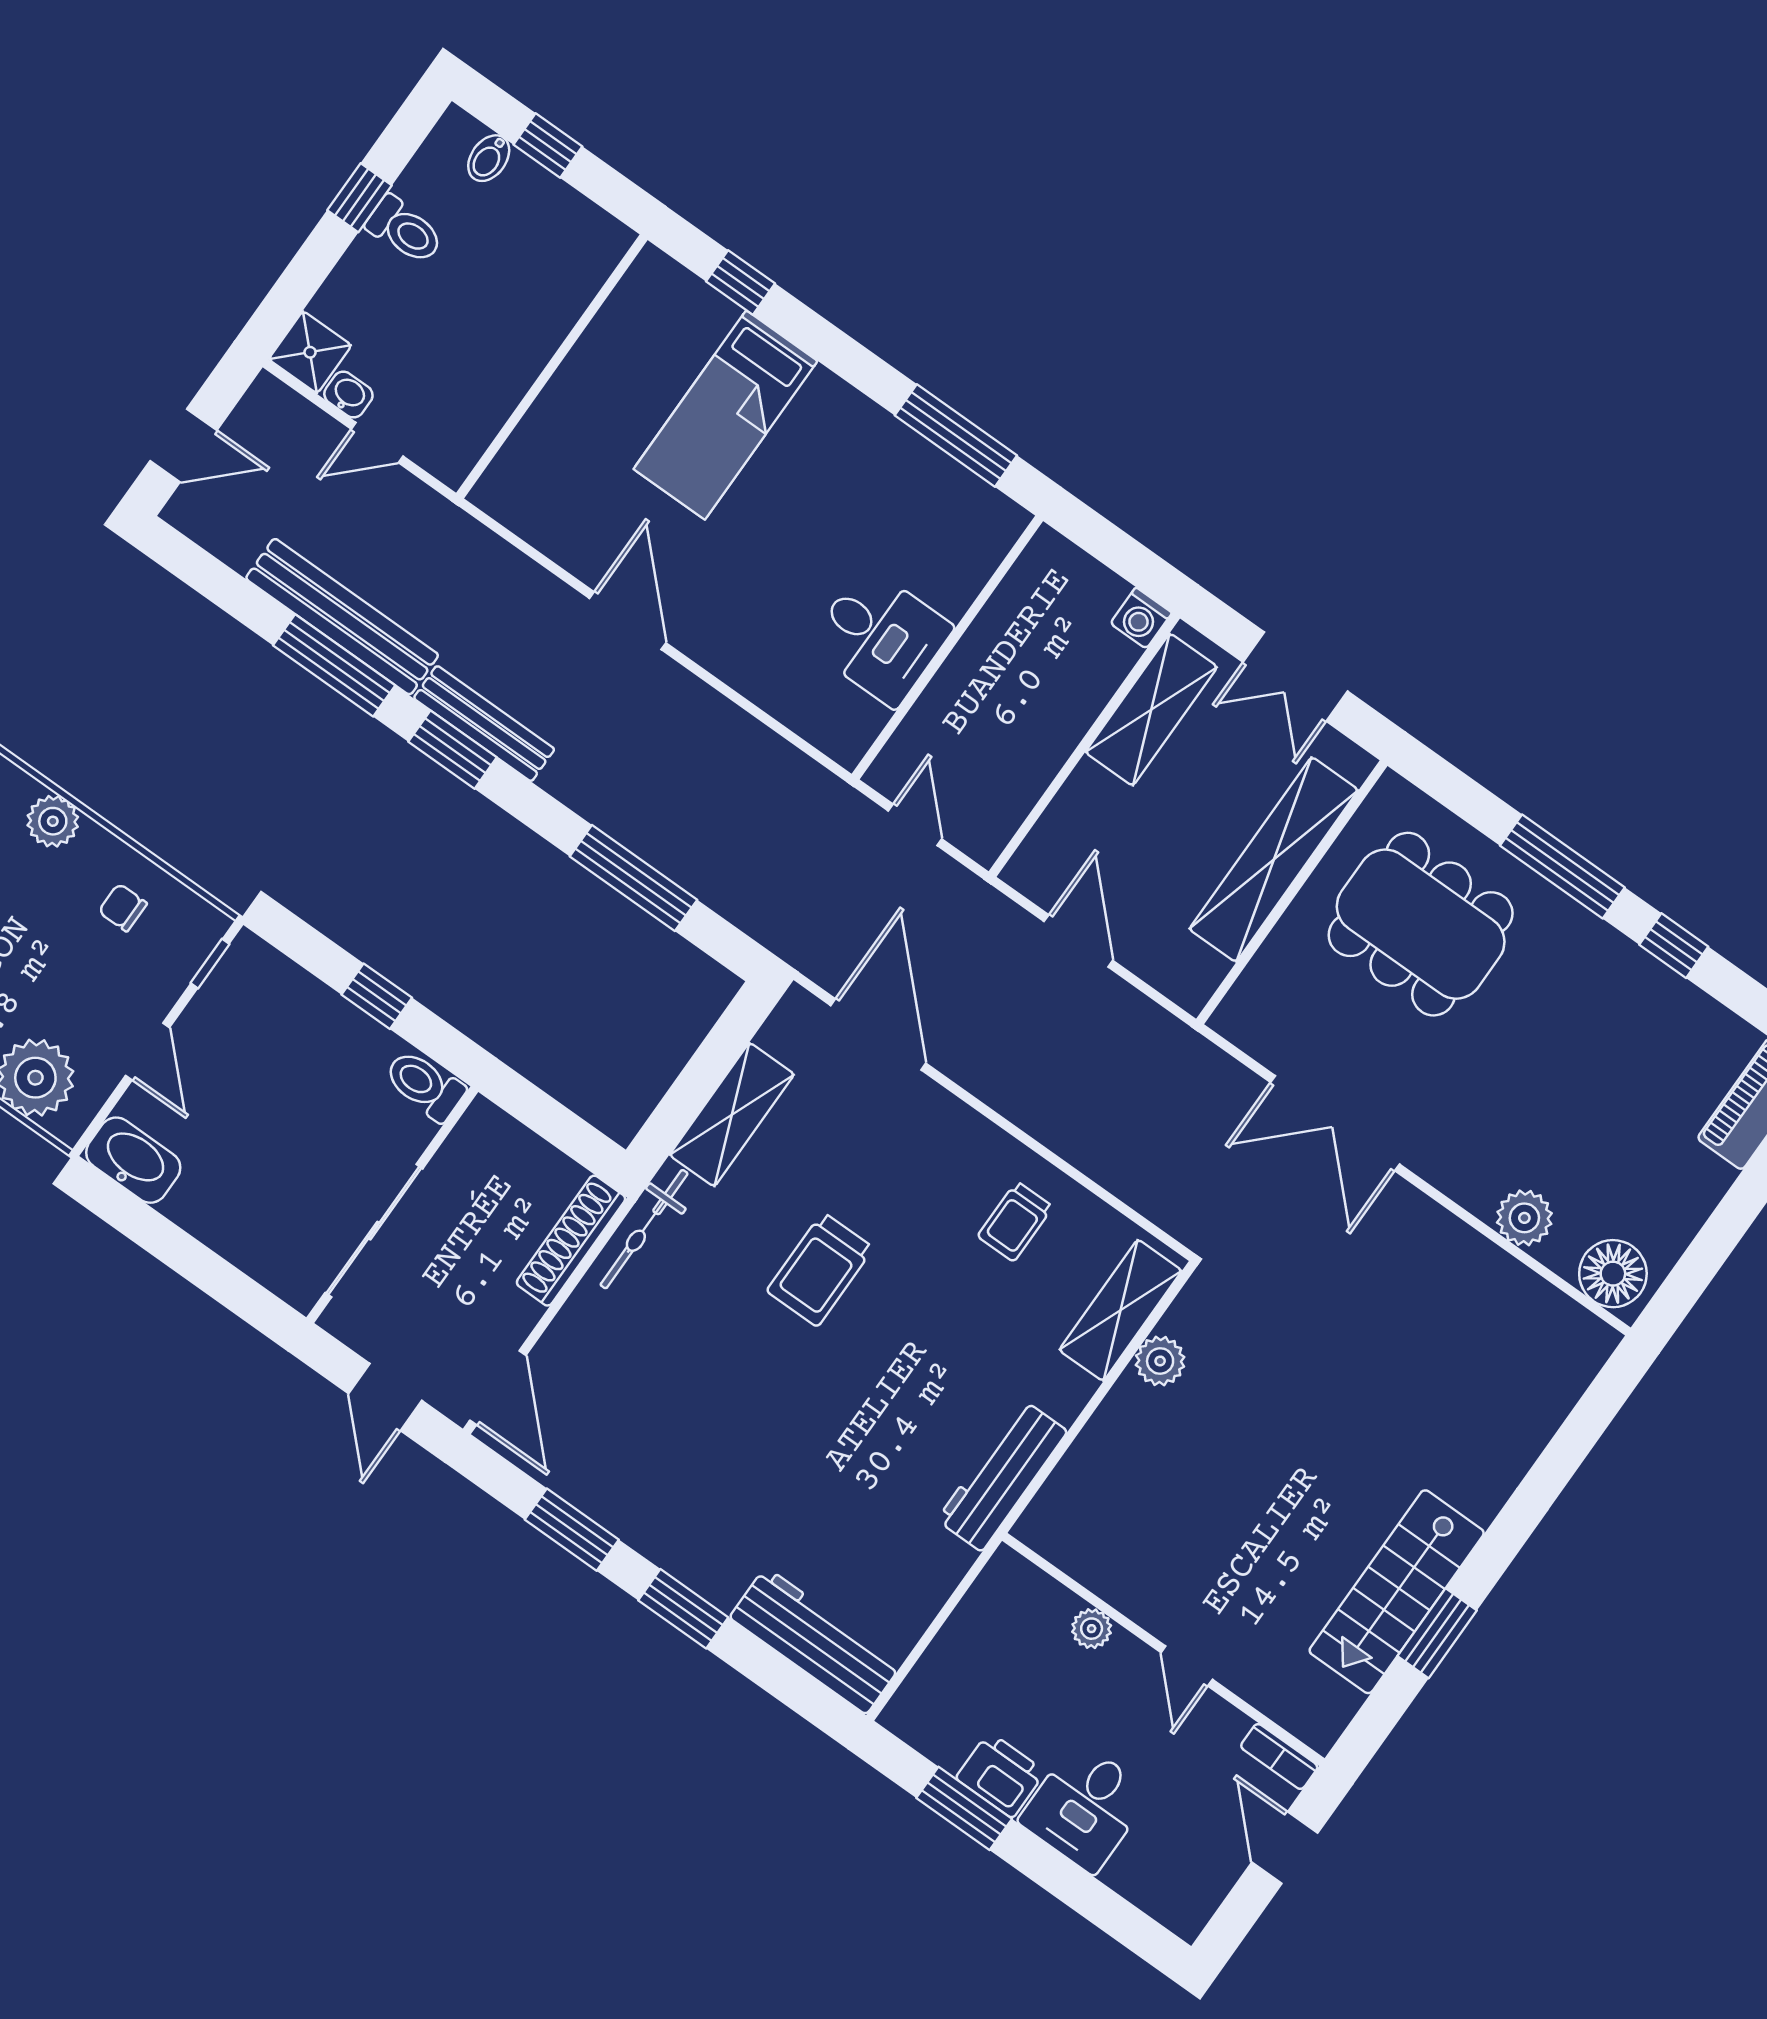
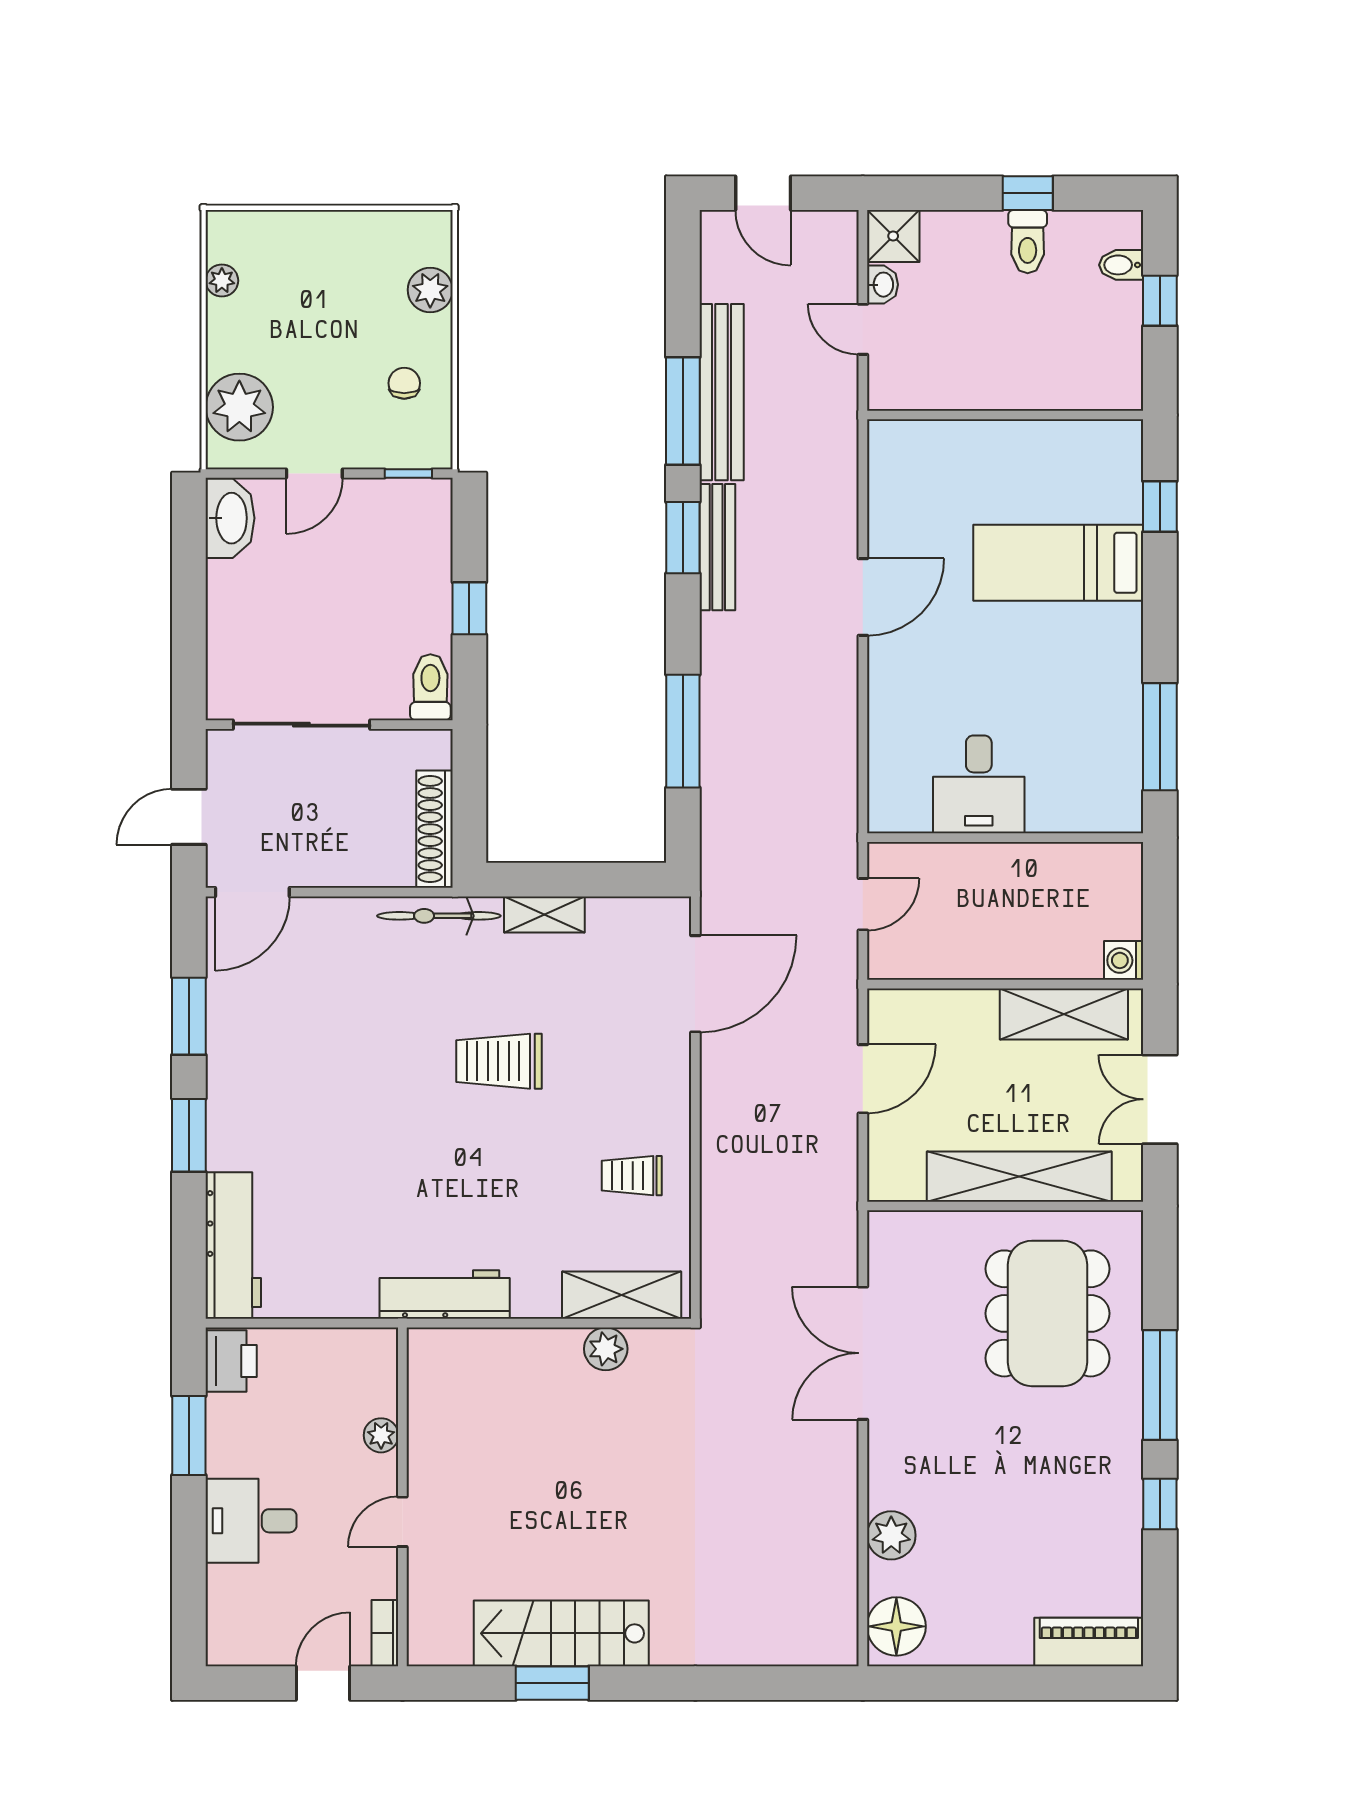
shelving: (732, 1115) -> (544, 914), width x0.67, depth x0.75
shoe rack: (571, 1241) -> (434, 829), moved, turned -90
printer: (1001, 1775) -> (231, 1361), moved

